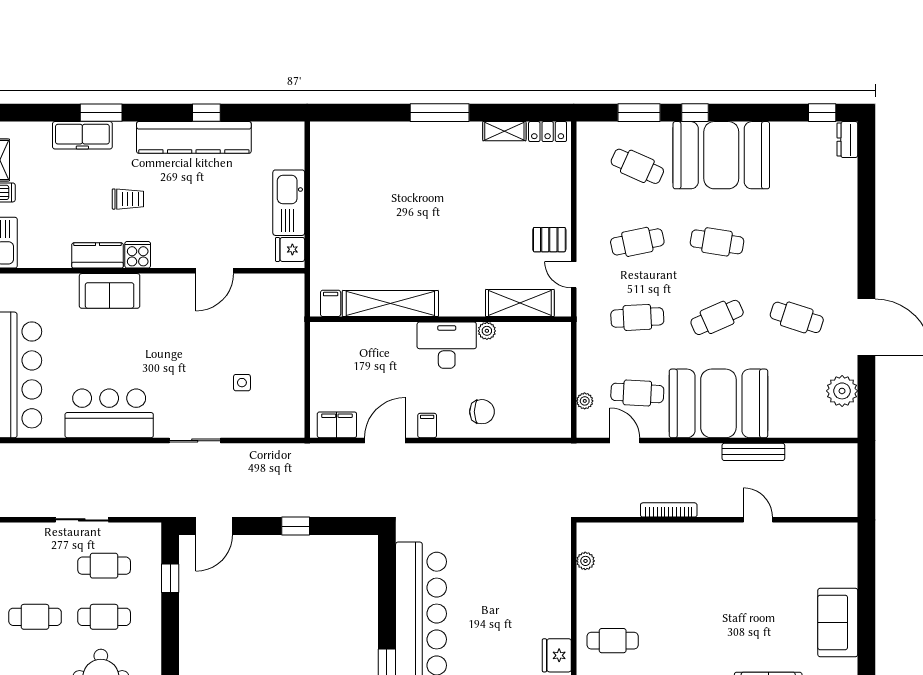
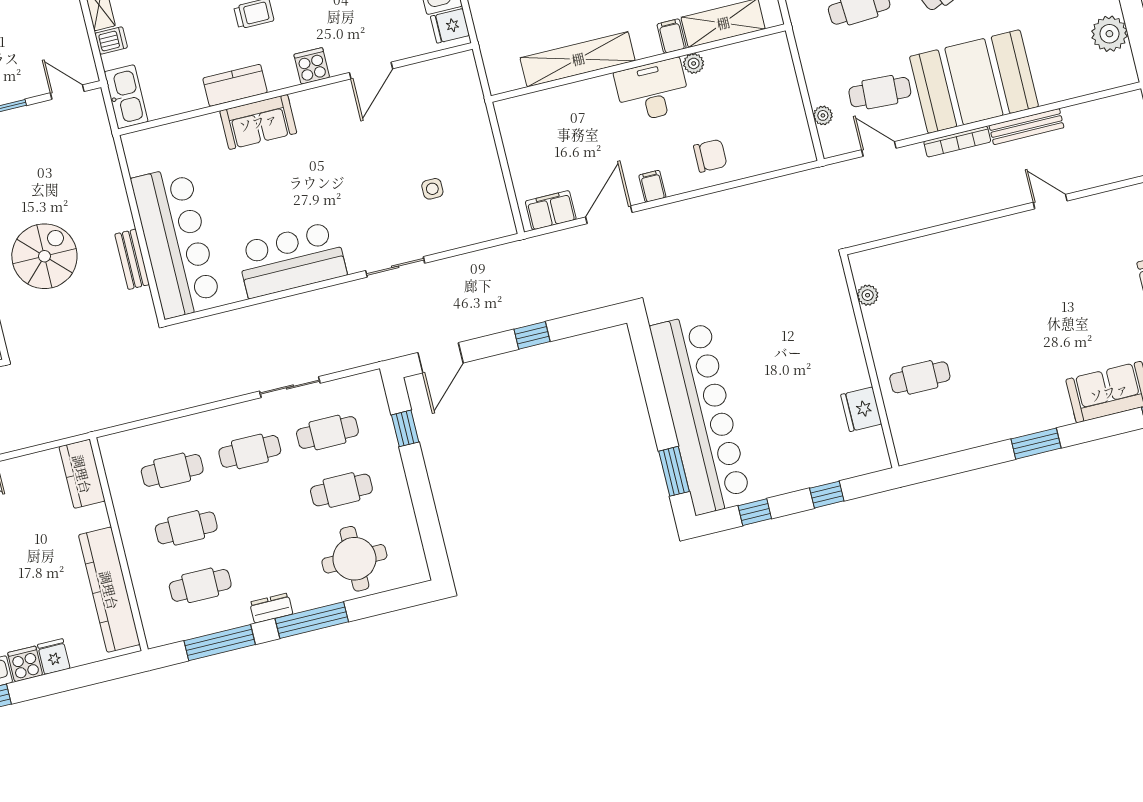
cooker: (138, 255) -> (312, 66), moved
filing cabinet: (331, 303) -> (672, 36), moved
bookcase: (669, 510) -> (957, 142), moved, turned 180
cafe table: (35, 617) -> (250, 451), moved

